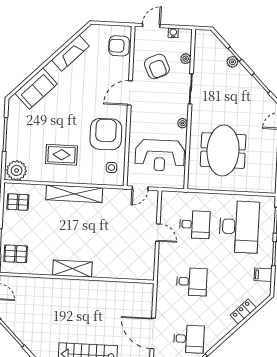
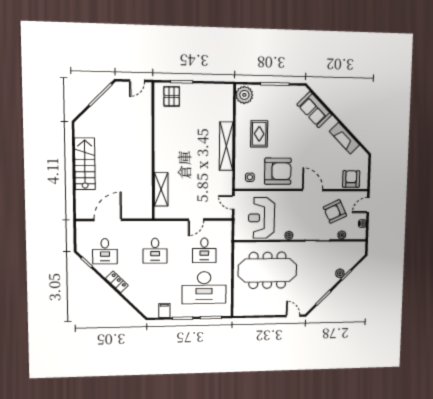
door: (151, 26) -> (368, 205), swing flipped
meeting table: (223, 151) -> (267, 270), width x1.36
pallet: (18, 202) -> (217, 97), removed
shelving: (72, 269) -> (161, 189), moved
locker: (243, 312) -> (117, 282), moved

